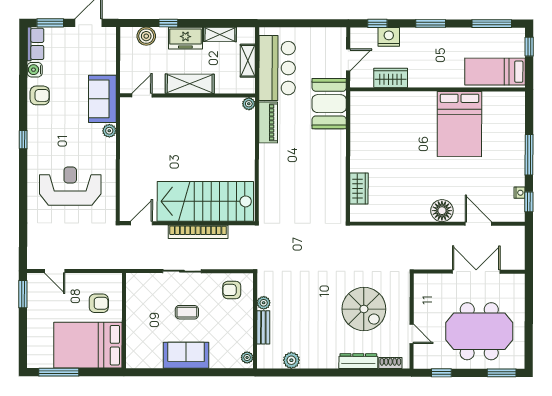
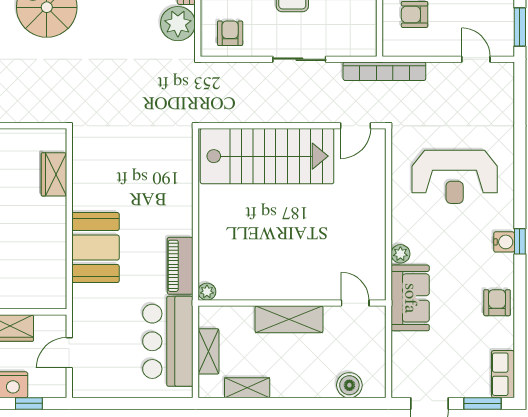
window: (168, 23) -> (319, 403), removed
freezer: (185, 38) -> (295, 383), removed
water cooler: (35, 70) -> (504, 242), moved
armchair: (40, 95) -> (497, 303), turned 90
door: (142, 95) -> (355, 303), swing flipped
booth: (329, 104) -> (95, 248), moved
bookcase: (198, 232) -> (384, 71), moved, turned 180
armchair: (232, 290) -> (230, 33), turned -90
plant: (264, 303) -> (178, 24), width x1.87, depth x1.87

